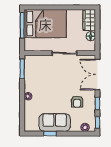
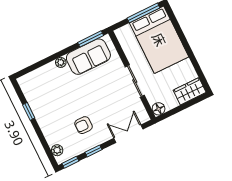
floor lamp: (91, 36) -> (159, 109), moved
double door: (97, 75) -> (128, 134), width x0.73
sofa: (55, 122) -> (88, 57), moved, turned 90

